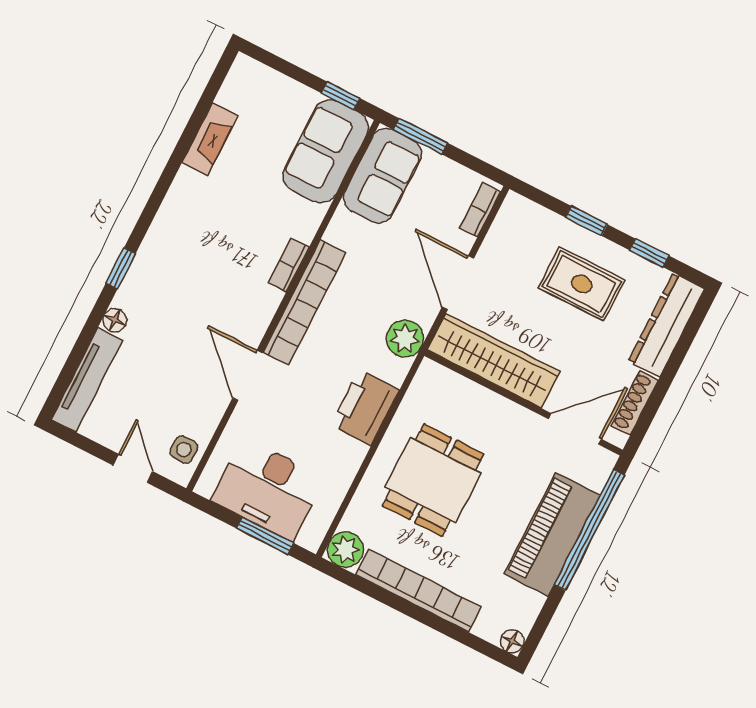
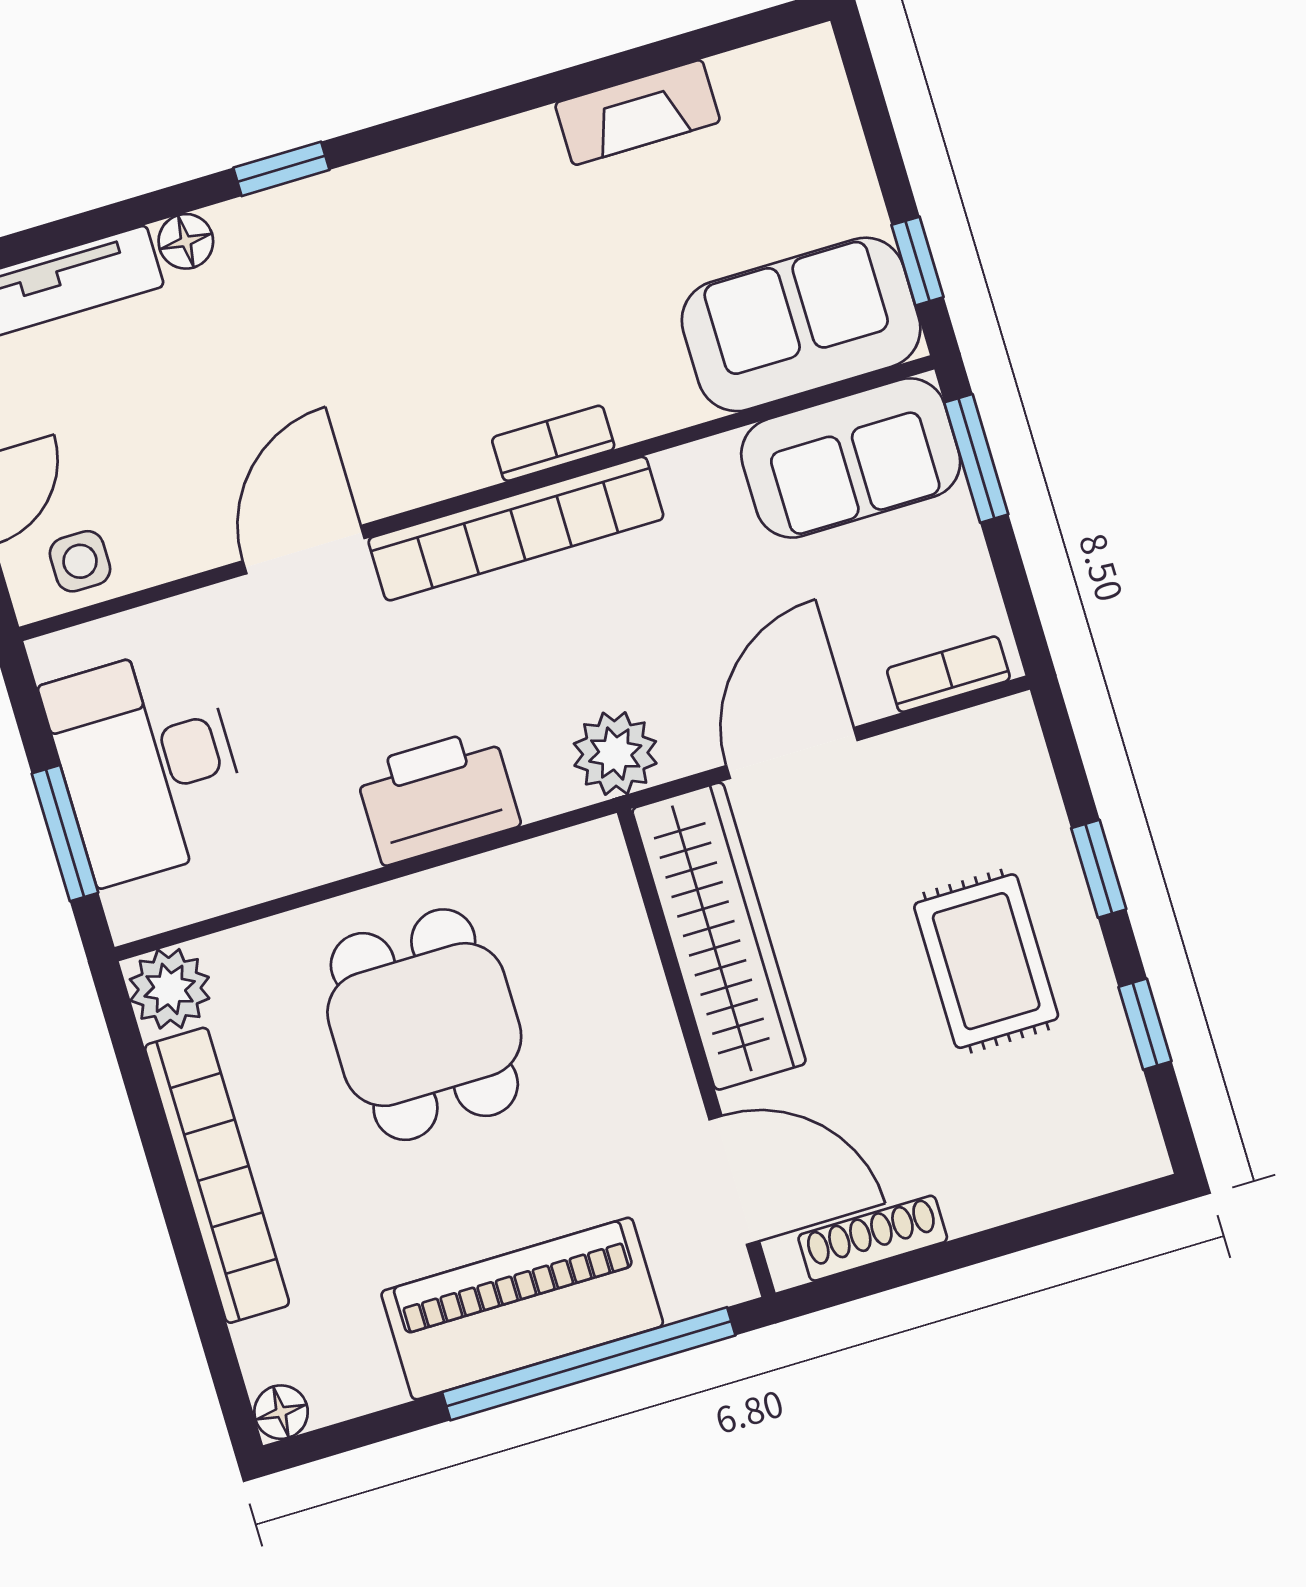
dresser: (666, 325) -> (1052, 1167), removed
dining table: (433, 480) -> (424, 1025), turned 90

